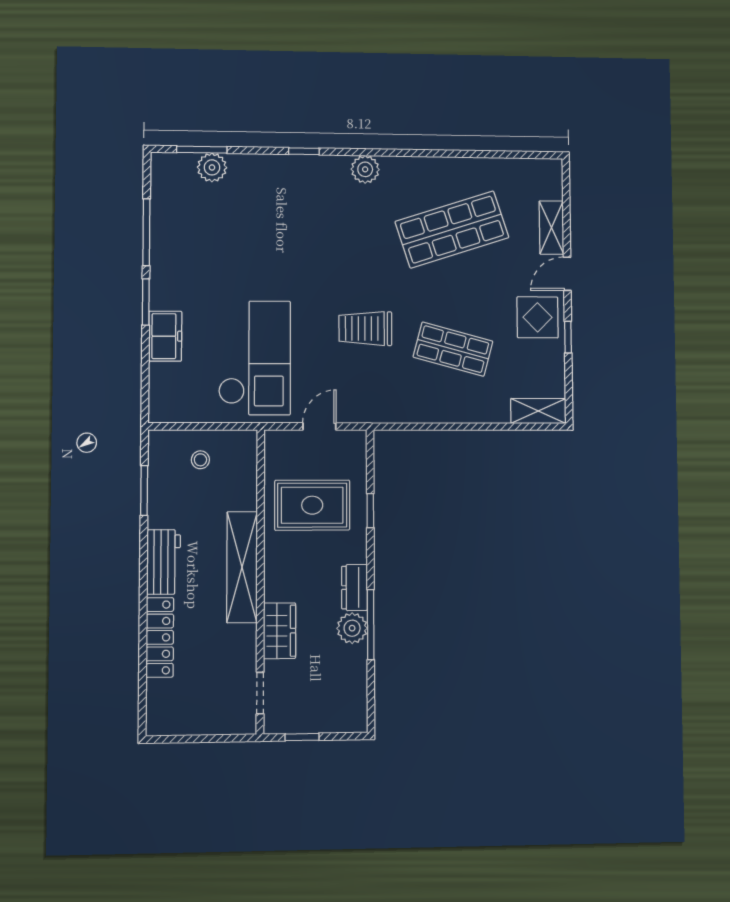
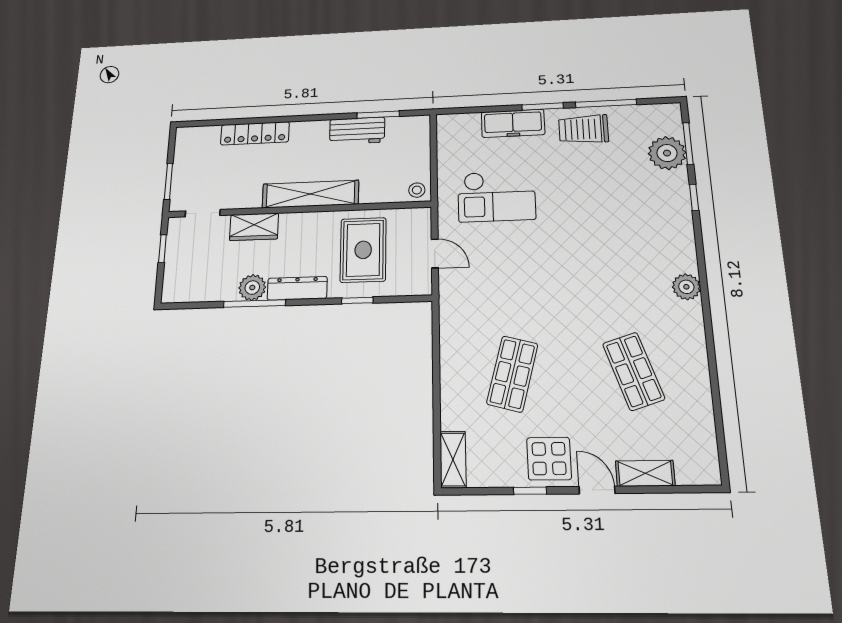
window: (304, 151) -> (694, 197), moved
plant: (212, 167) -> (667, 153), width x1.36, depth x1.36
shop shelf: (452, 230) -> (634, 371), width x0.70, depth x0.74
trolley: (365, 328) -> (583, 129), moved, turned -90
freezer: (165, 336) -> (513, 123), width x1.40
checkout: (255, 358) -> (496, 196), width x0.73, depth x0.83
stool: (200, 460) -> (417, 190), moved
workbench: (164, 562) -> (357, 131), moved
dresser: (354, 587) -> (297, 288), width x1.44
window: (217, 738) -> (168, 181), added

